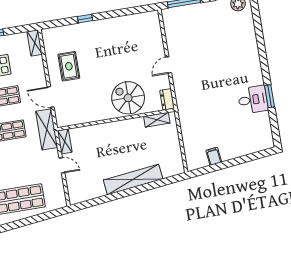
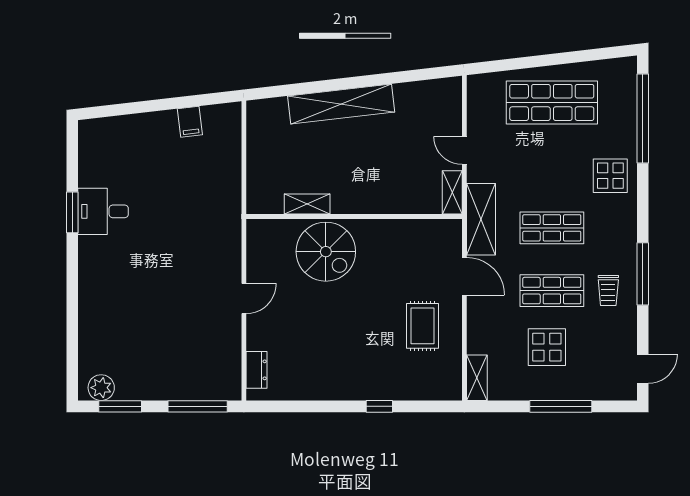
dresser: (167, 99) -> (257, 370), moved
shelving: (157, 120) -> (307, 204), moved

